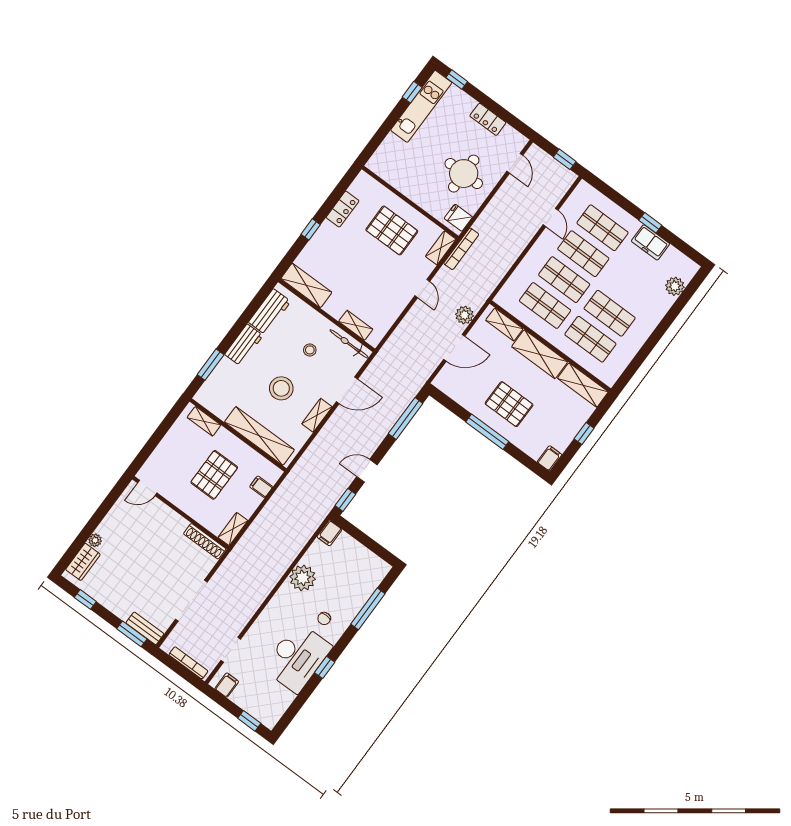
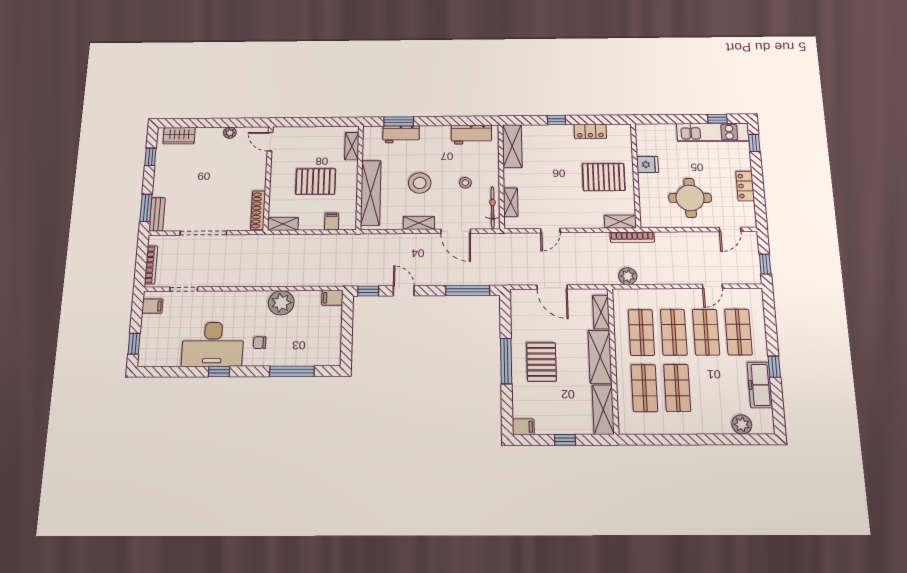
fridge: (458, 218) -> (648, 164), moved, turned 90
pallet: (392, 230) -> (604, 177), turned 90
freezer: (650, 242) -> (760, 385), width x1.40
door: (422, 289) -> (550, 231), moved
plant: (464, 315) -> (628, 276), moved
workbench: (244, 345) -> (401, 134), moved
plant: (95, 540) -> (230, 133), moved

